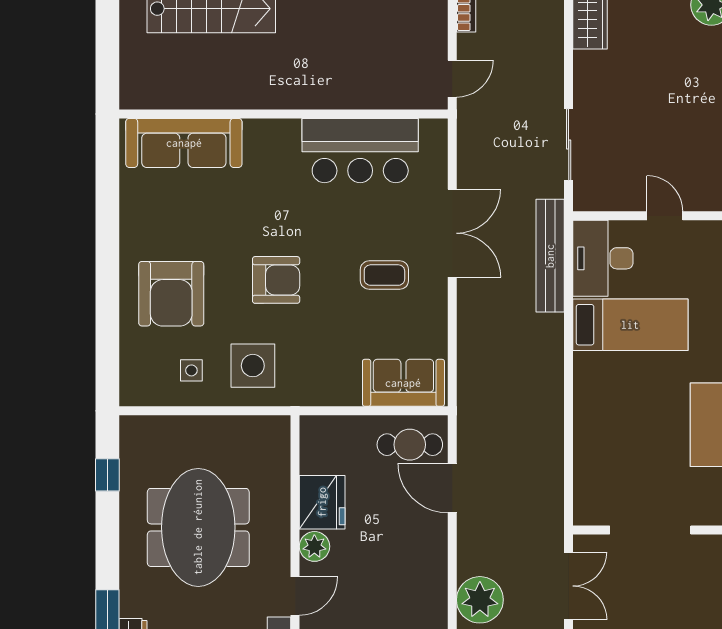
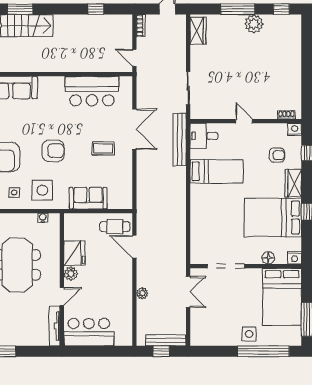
door: (452, 79) -> (134, 58), swing flipped
door: (665, 216) -> (244, 121), moved
desk: (603, 258) -> (204, 136), width x0.73
sofa: (403, 383) -> (88, 198), moved
water cooler: (254, 425) -> (43, 218), added
plant: (480, 600) -> (142, 293), width x0.53, depth x0.53

